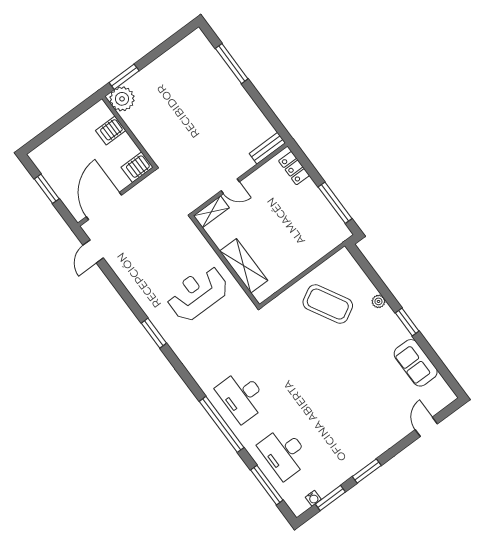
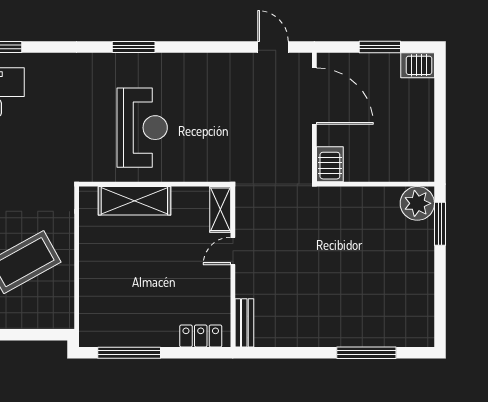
server rack: (111, 130) -> (418, 65), moved, turned -90

